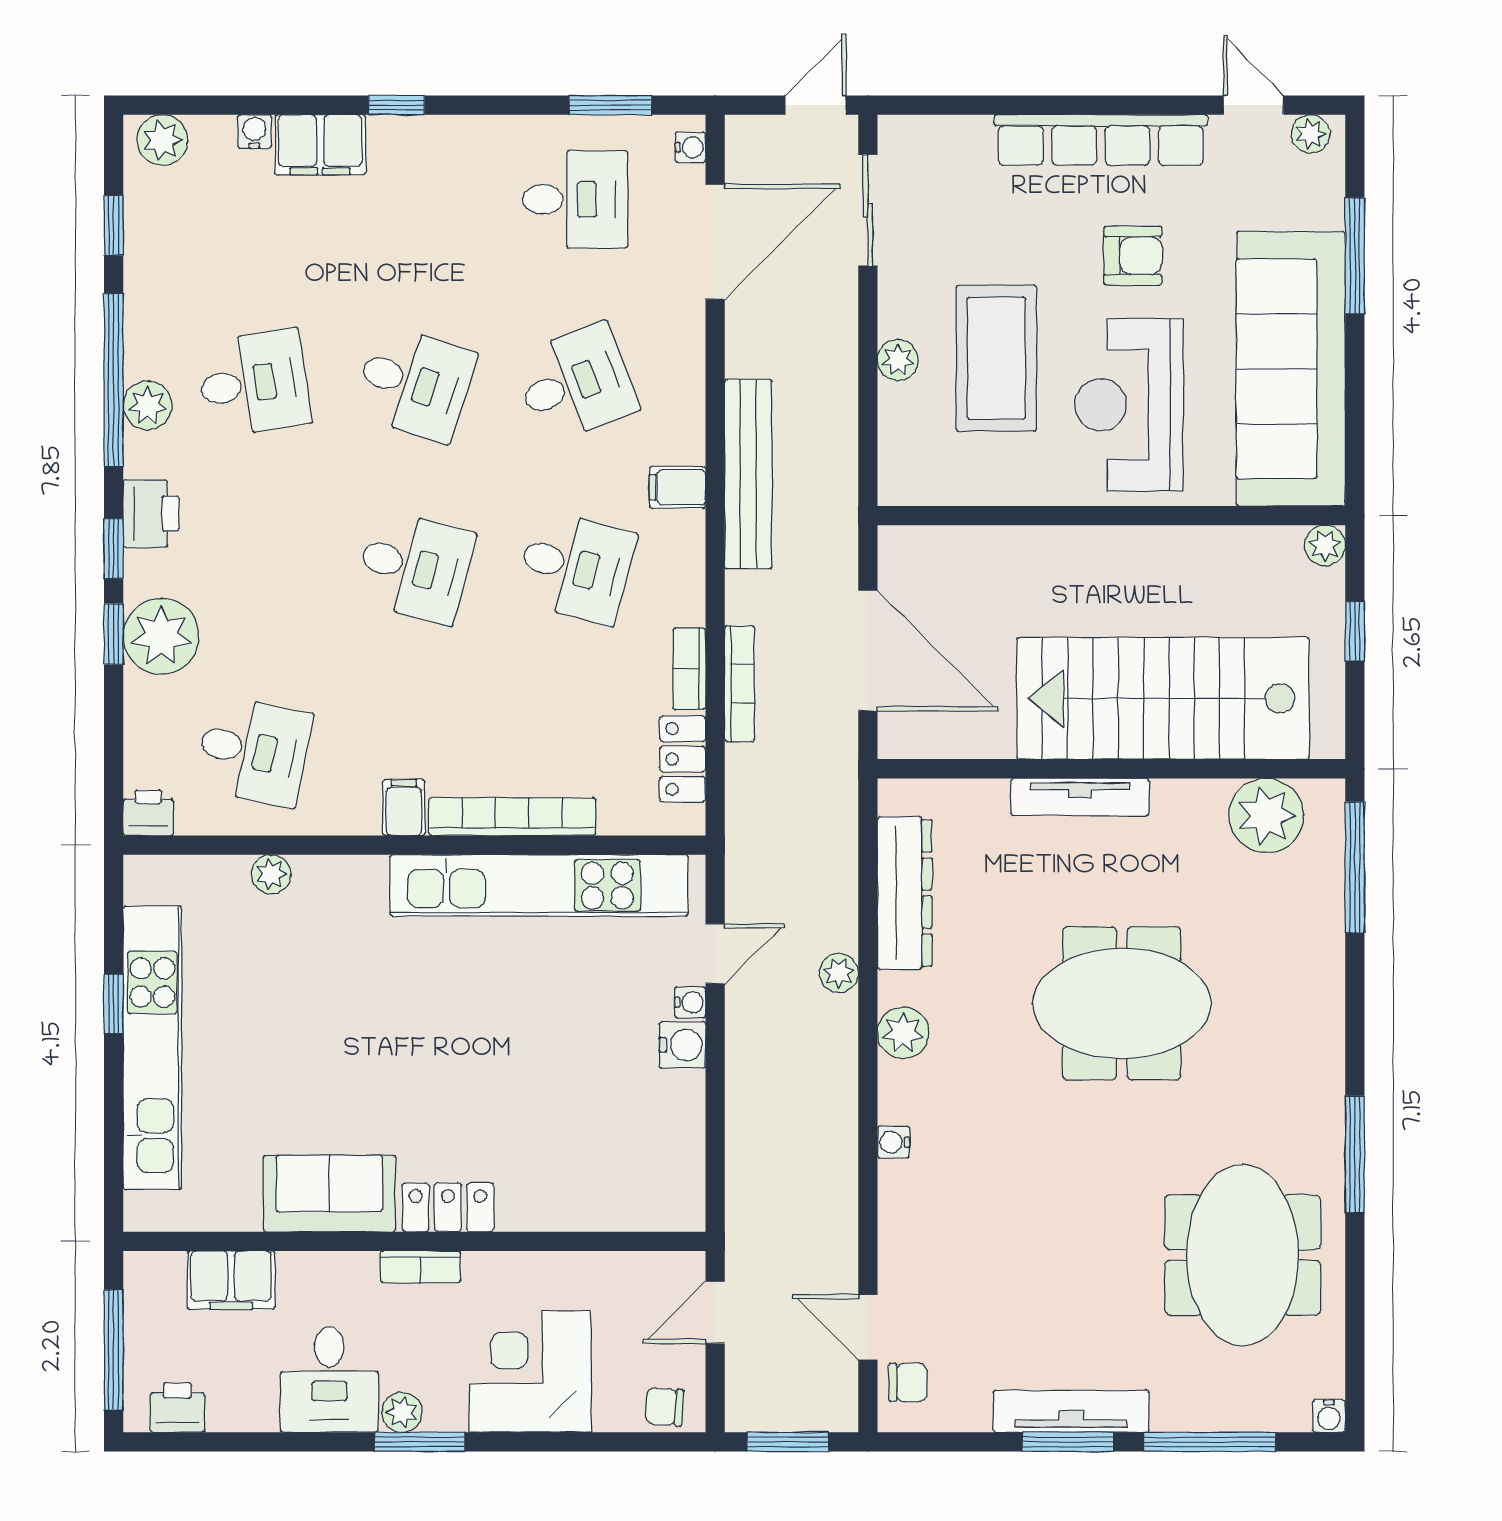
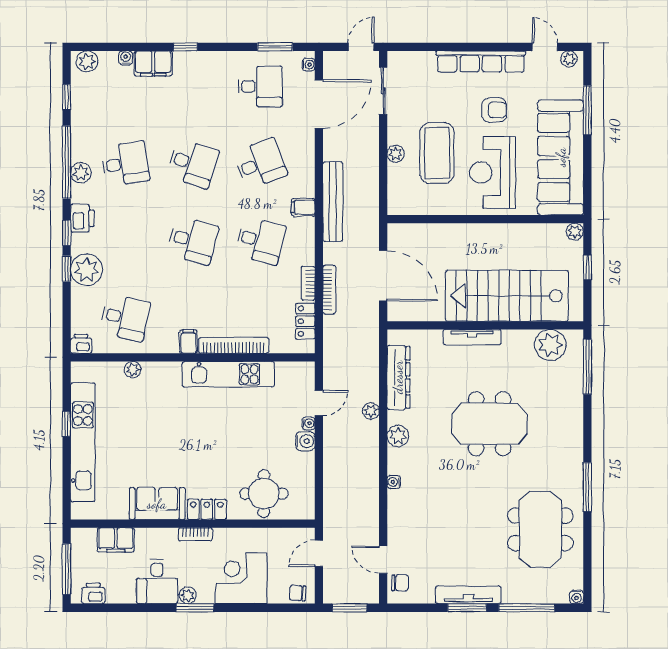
kitchen unit: (539, 885) -> (228, 374), width x0.73
round table: (584, 1170) -> (264, 494), added

